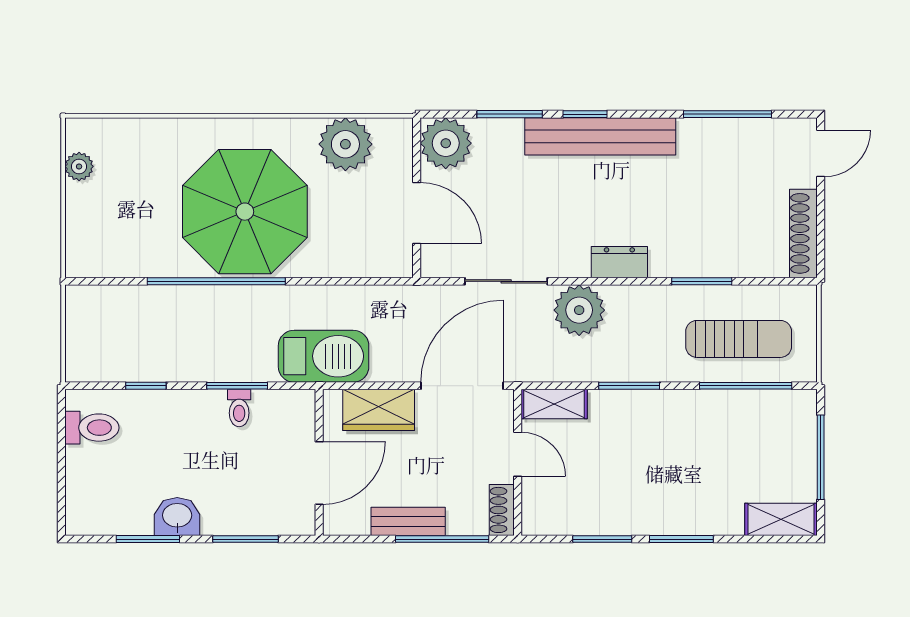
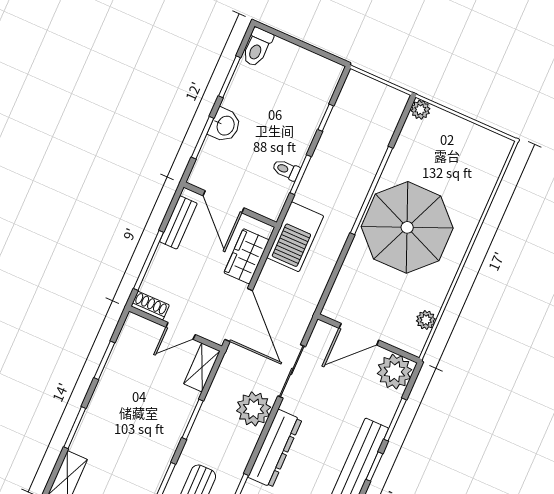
plant: (345, 144) -> (426, 320), width x0.53, depth x0.53
plant: (79, 166) -> (420, 110), moved
dresser: (619, 262) -> (275, 448), width x1.96, depth x1.24
toilet: (92, 428) -> (257, 47), moved
washbasin: (177, 516) -> (225, 125), moved
bench: (408, 521) -> (178, 222), moved
window: (681, 539) -> (75, 428), moved

